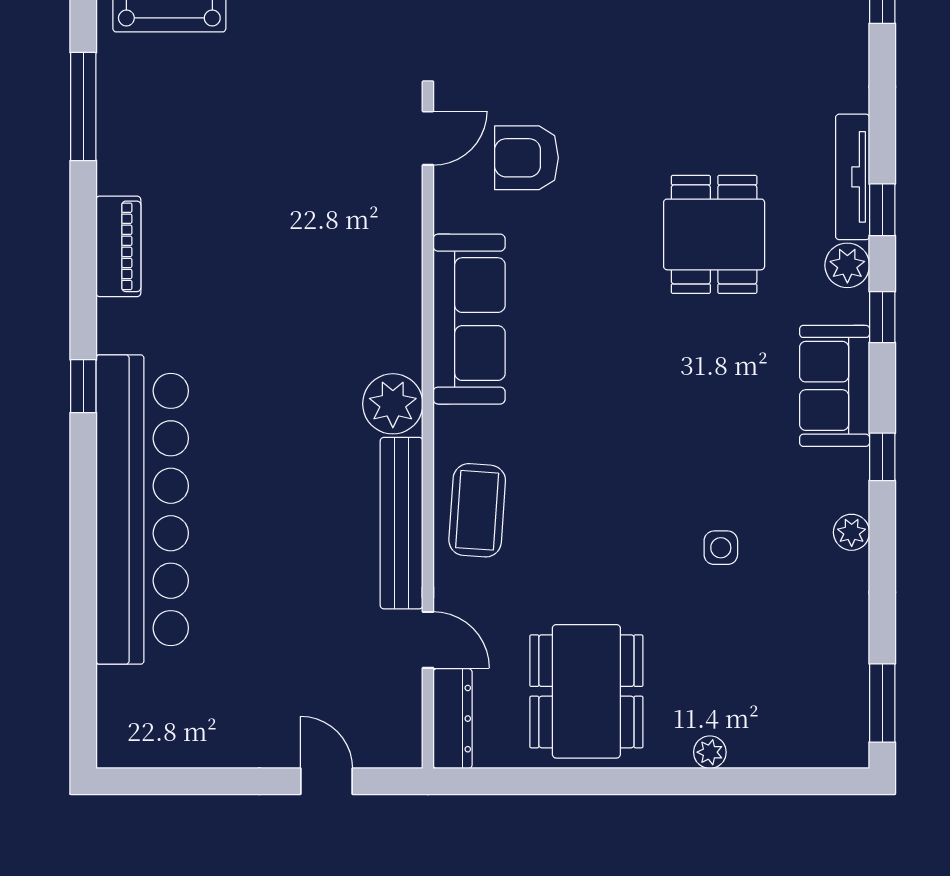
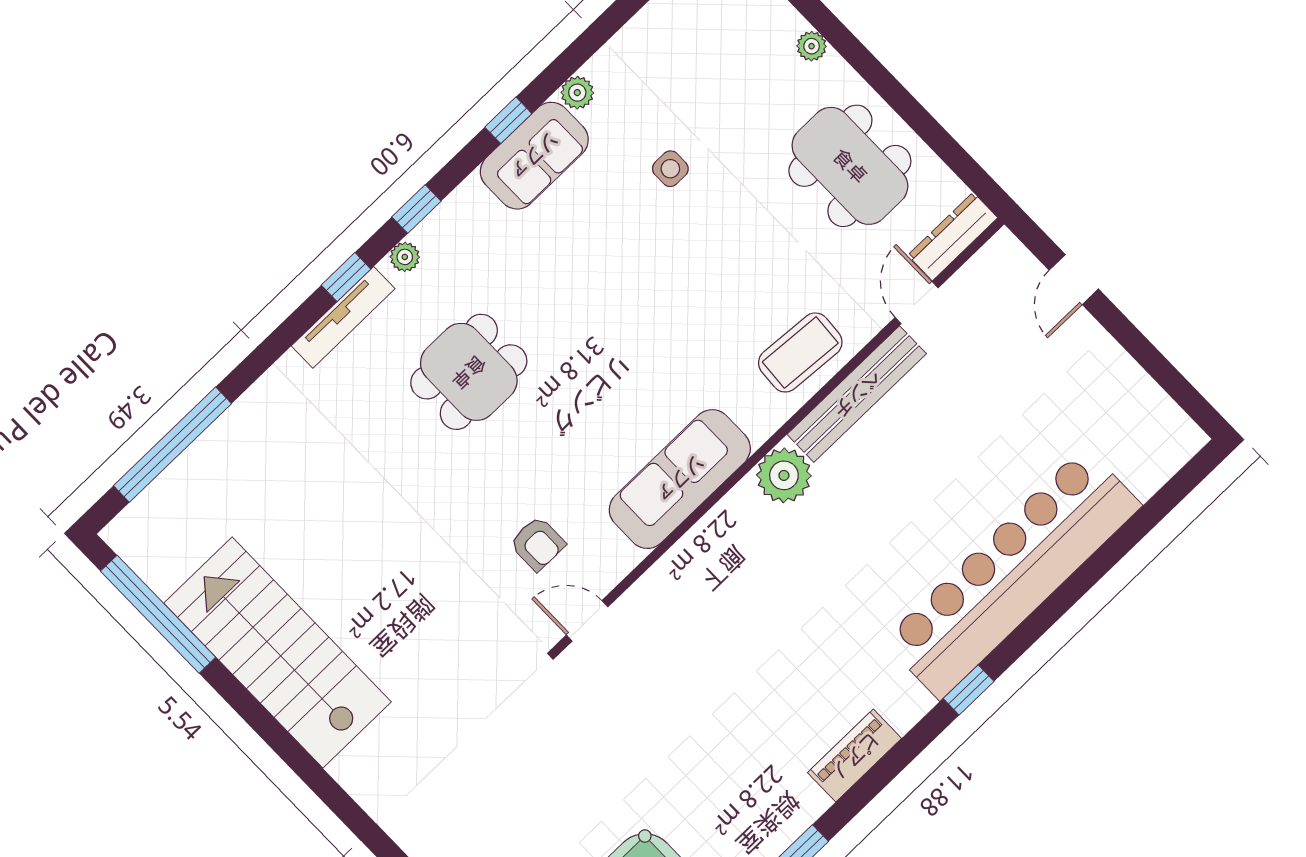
armchair: (526, 158) -> (538, 544), width x0.72, depth x0.72
plant: (847, 265) -> (405, 257), width x0.73, depth x0.73
sofa: (835, 386) -> (534, 156), moved
dining table: (586, 691) -> (850, 166), turned 90

